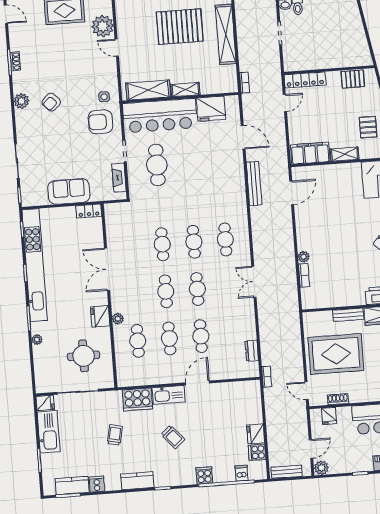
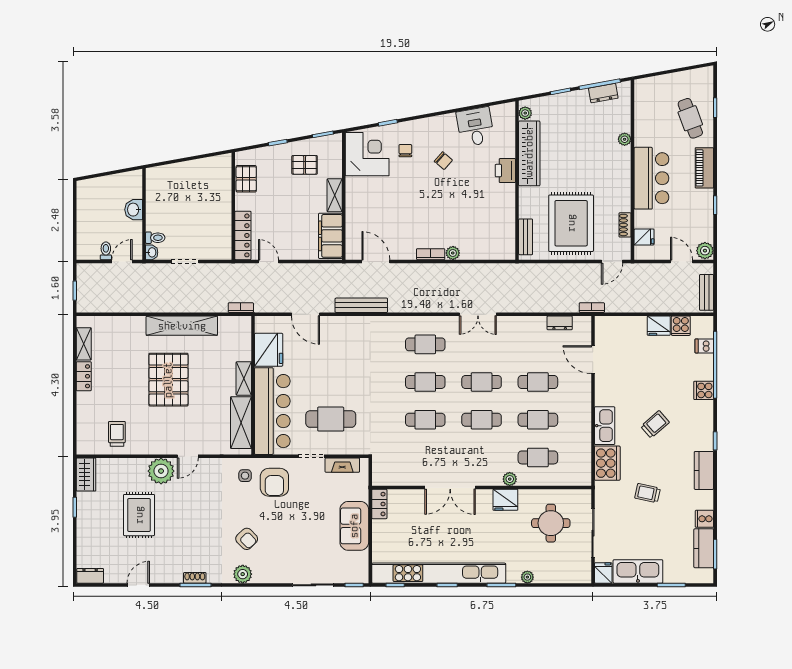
door: (243, 137) -> (305, 314), swing flipped
bookcase: (304, 275) -> (431, 254), moved
bench: (348, 315) -> (526, 237), moved
door: (197, 383) -> (593, 360), moved

